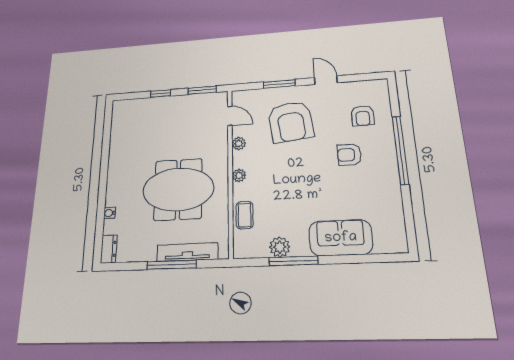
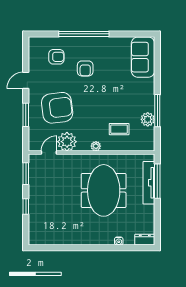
plant: (239, 143) -> (67, 142), width x1.88, depth x1.88
coffee table: (245, 215) -> (119, 129), moved
sofa: (341, 238) -> (143, 57), moved
window: (172, 265) -> (157, 181), moved

